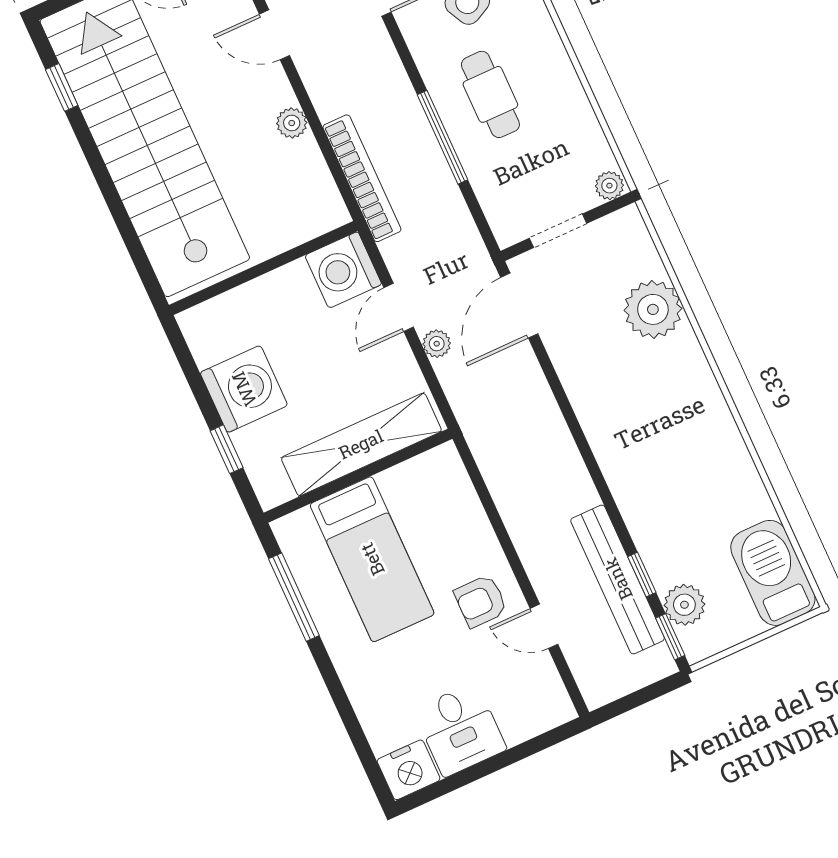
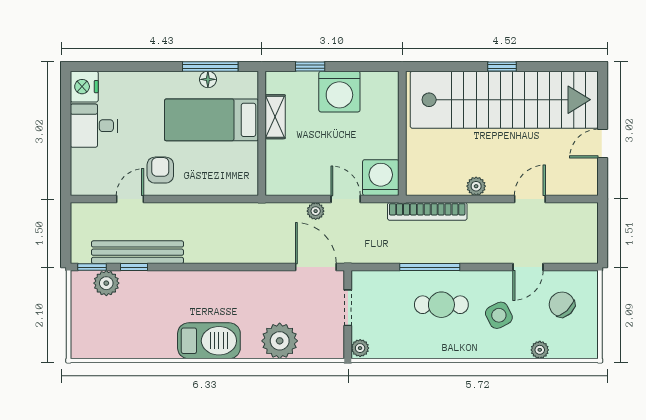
window: (62, 87) -> (502, 67), moved
shelving: (361, 444) -> (275, 117), width x0.45, depth x0.75
barbecue: (773, 573) -> (209, 341), moved
floor lamp: (315, 592) -> (208, 79), added

